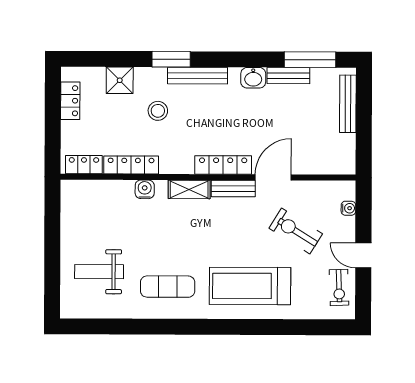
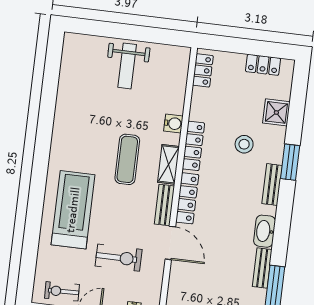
bench: (197, 76) -> (272, 185), width x0.73
washbasin: (253, 78) -> (265, 231), width x1.38
locker: (131, 165) -> (193, 146), moved
exercise bike: (296, 231) -> (119, 258), turned 58
weight bench: (99, 272) -> (127, 66), moved, turned 180
exercise mat: (168, 287) -> (127, 159), moved

